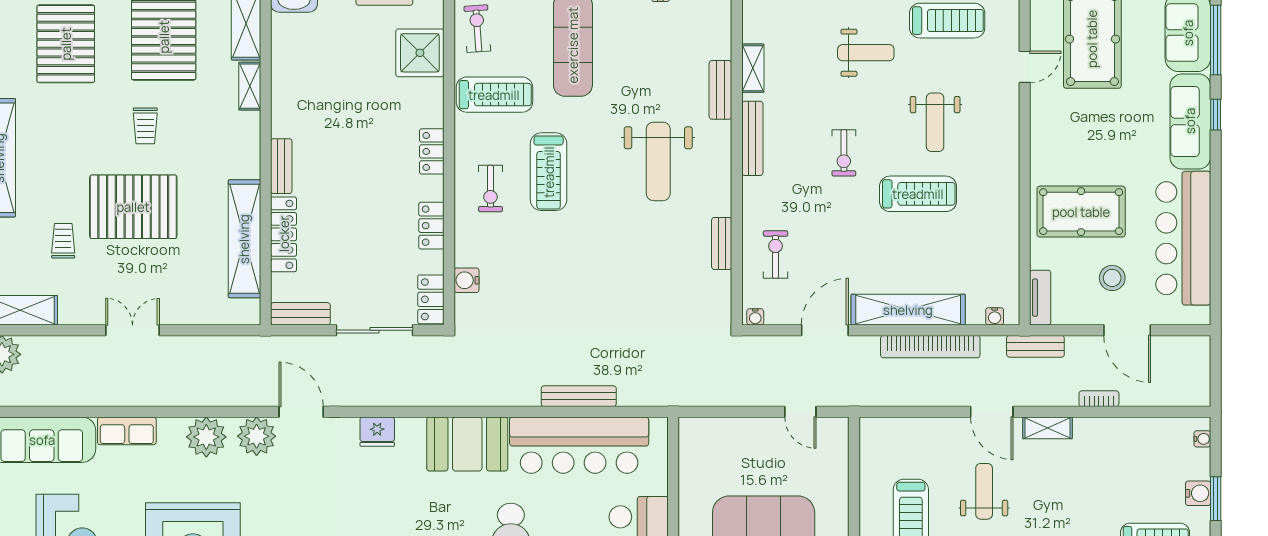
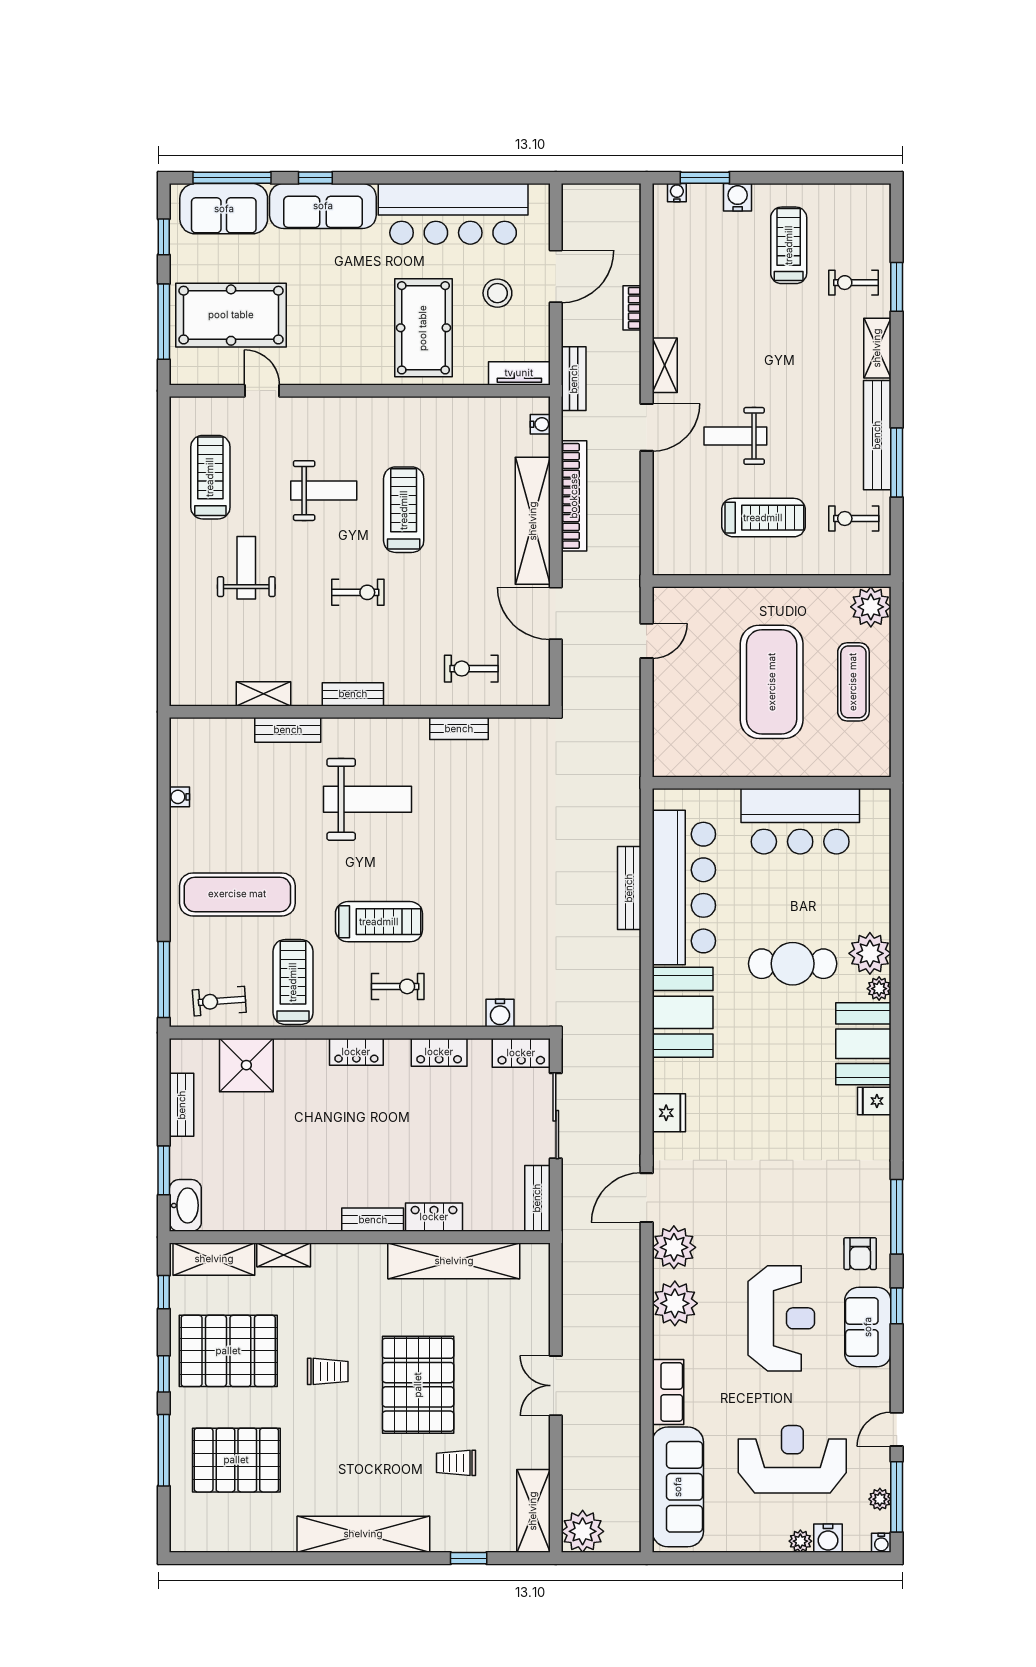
bench: (752, 138) -> (353, 694), width x0.73
locker: (284, 234) -> (434, 1217), width x0.66
water cooler: (755, 317) -> (541, 691), removed
window: (1216, 499) -> (705, 178), moved

